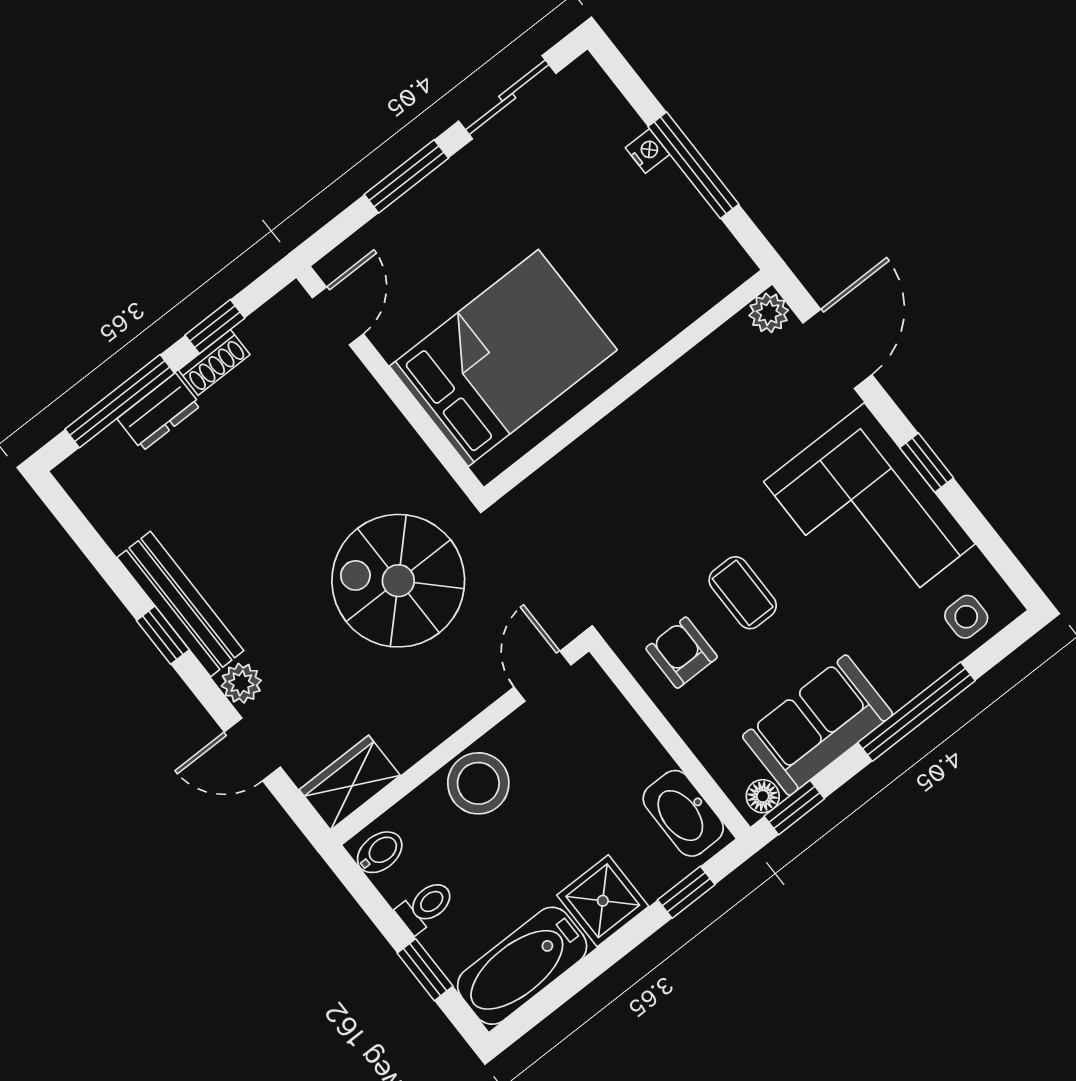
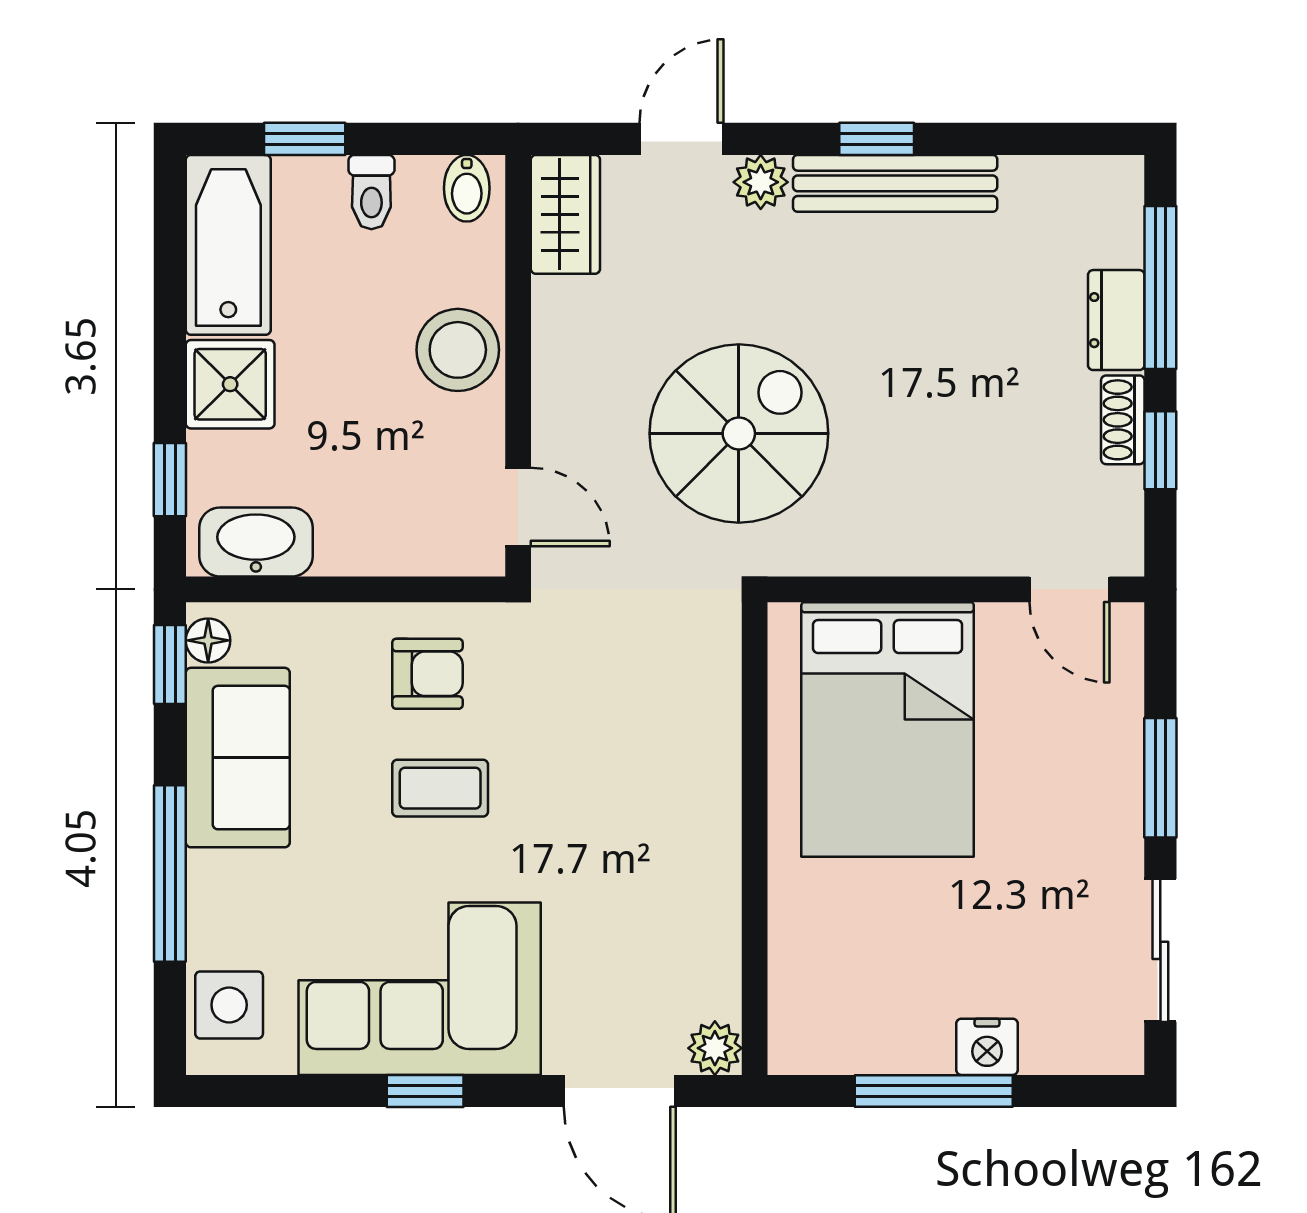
nightstand: (647, 151) -> (987, 1047), width x1.39, depth x1.35
side table: (966, 617) -> (229, 1005), width x1.37, depth x1.37

